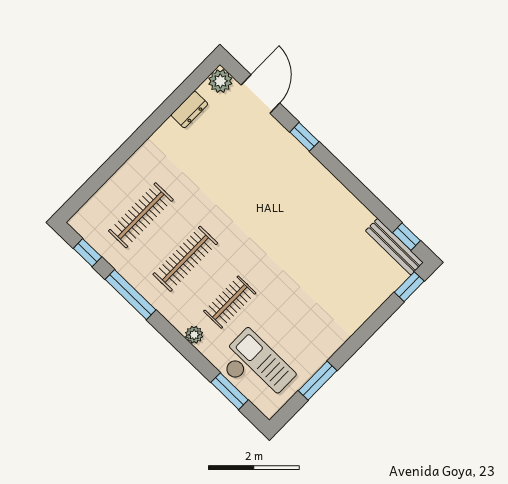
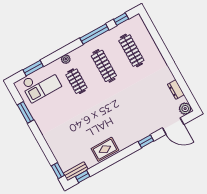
rug: (342, 210) -> (105, 149), added
bench: (394, 247) -> (76, 171), width x0.73

